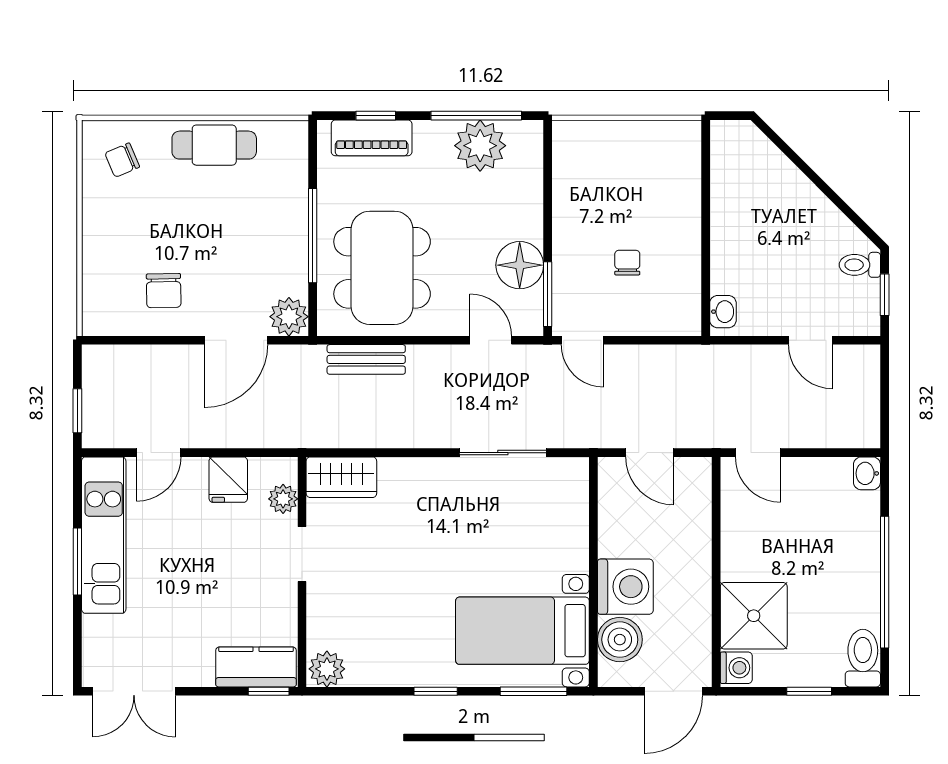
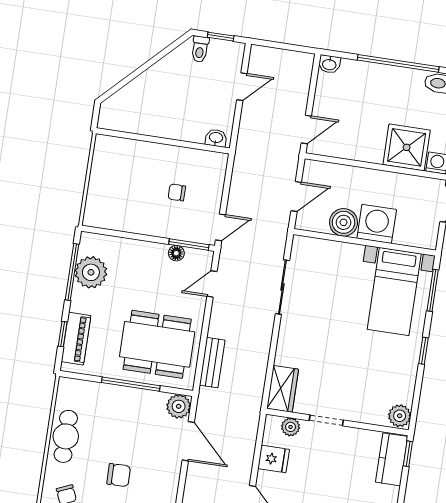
floor lamp: (520, 265) -> (176, 253), width x0.53, depth x0.53
chair: (164, 291) -> (119, 475), moved
boiler: (620, 640) -> (344, 222), moved

